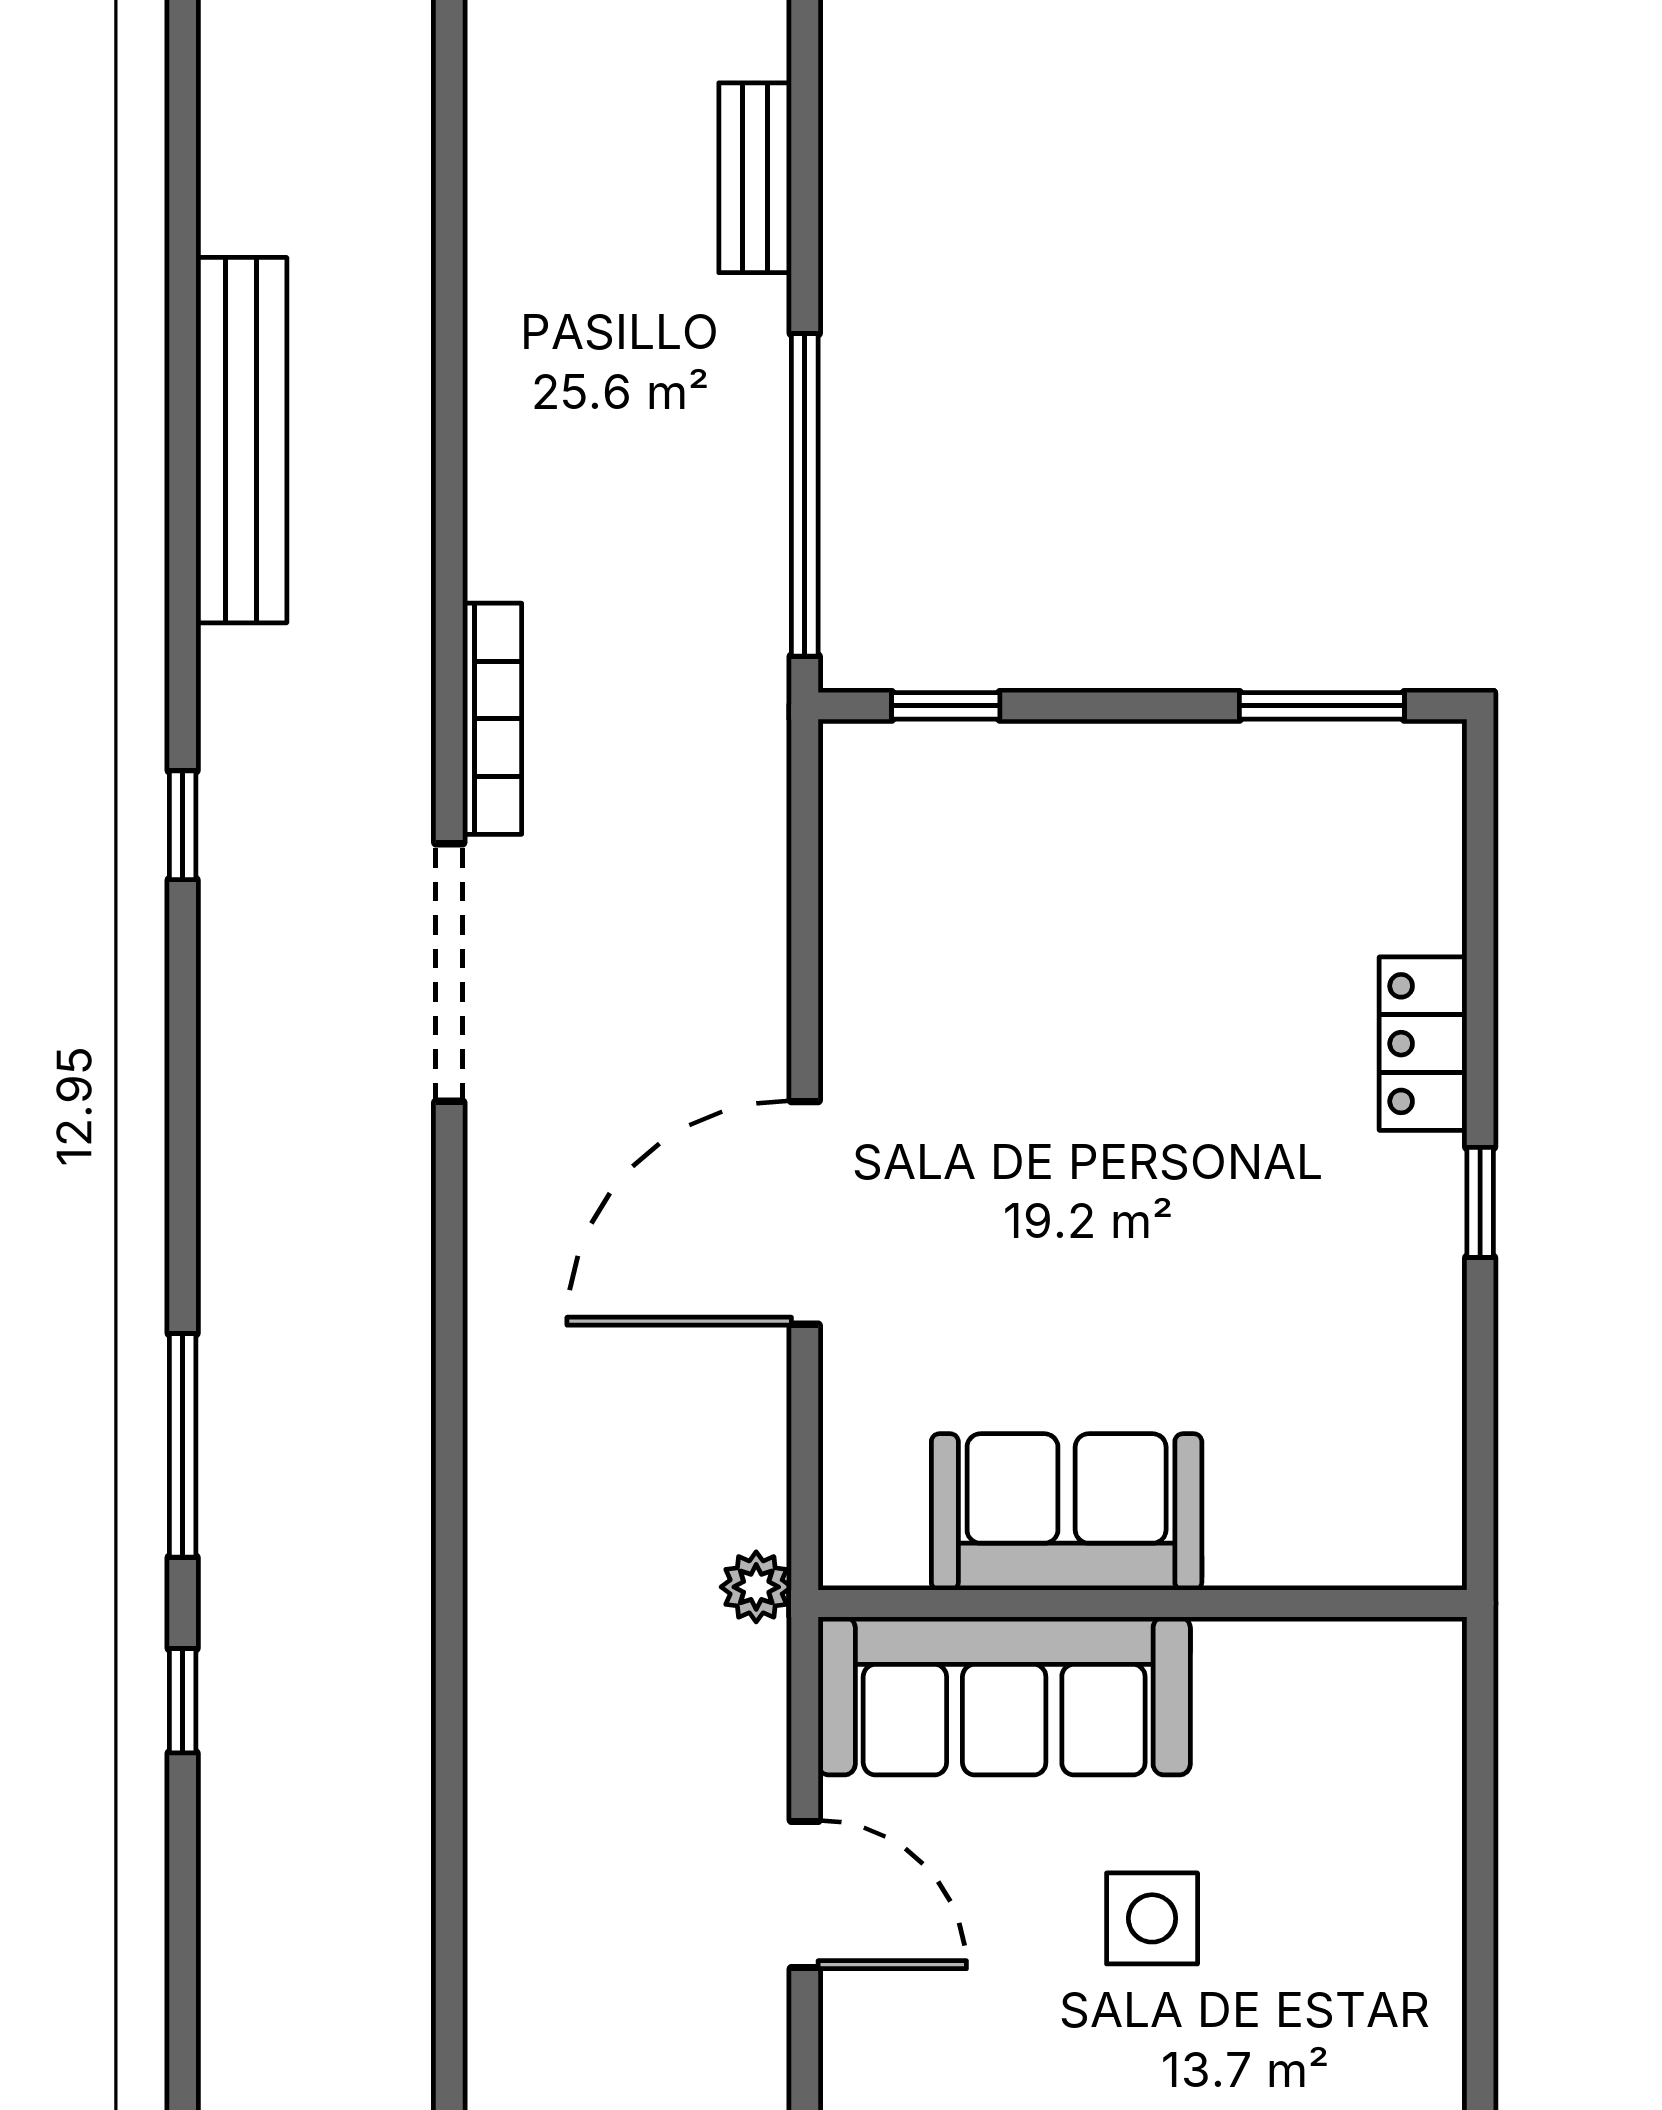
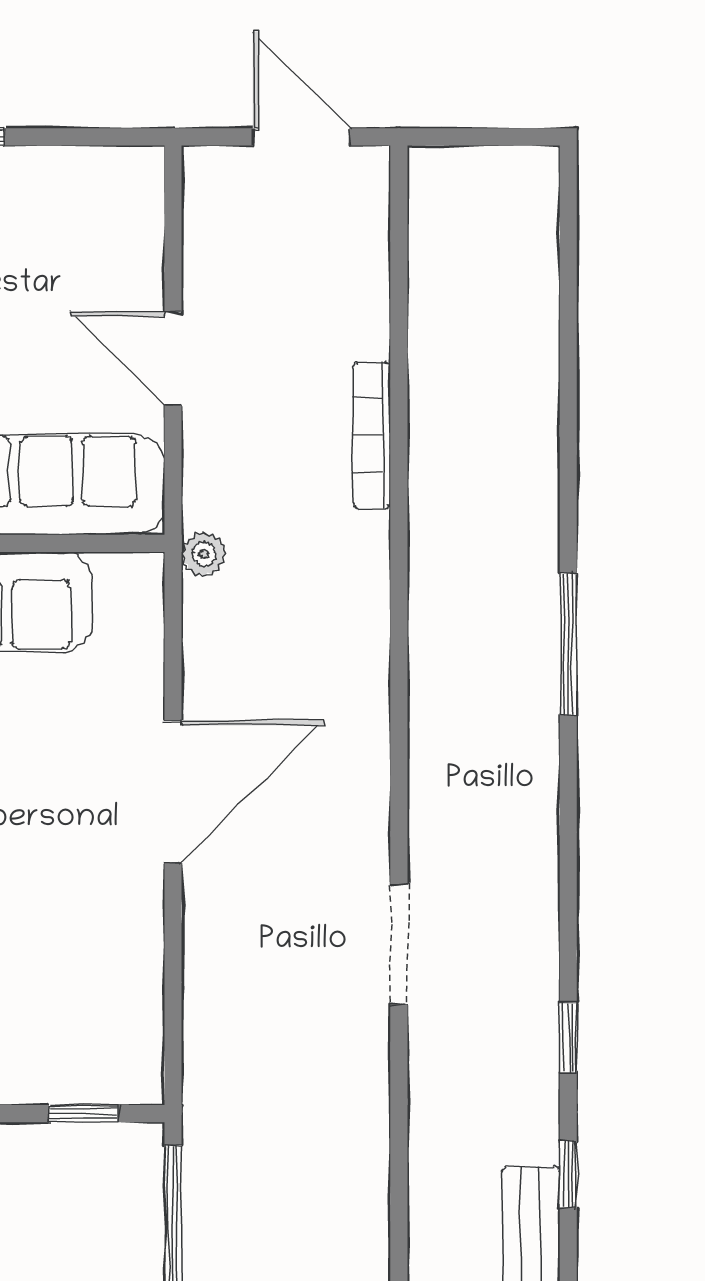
bookcase: (492, 719) -> (372, 436), moved
doorway: (449, 972) -> (399, 944), width x0.73
window: (183, 1701) -> (568, 1174), moved

